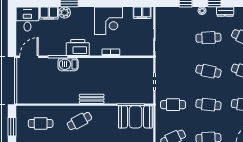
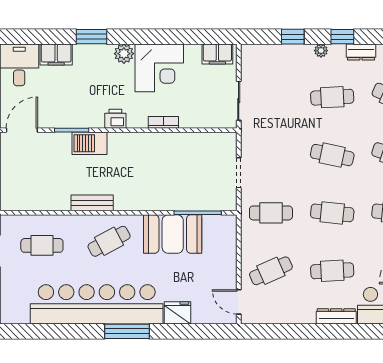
plant: (65, 13) -> (124, 54), moved
printer: (78, 48) -> (115, 119), width x0.53, depth x0.68
bench: (92, 99) -> (92, 203), moved
booth: (135, 117) -> (173, 234), moved

